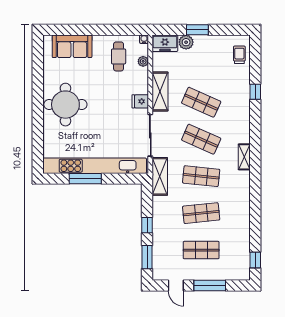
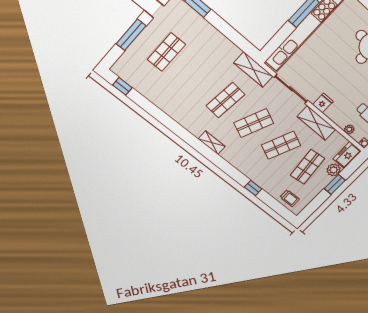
shop shelf: (201, 213) -> (307, 167), moved
window: (147, 225) -> (224, 27), removed

